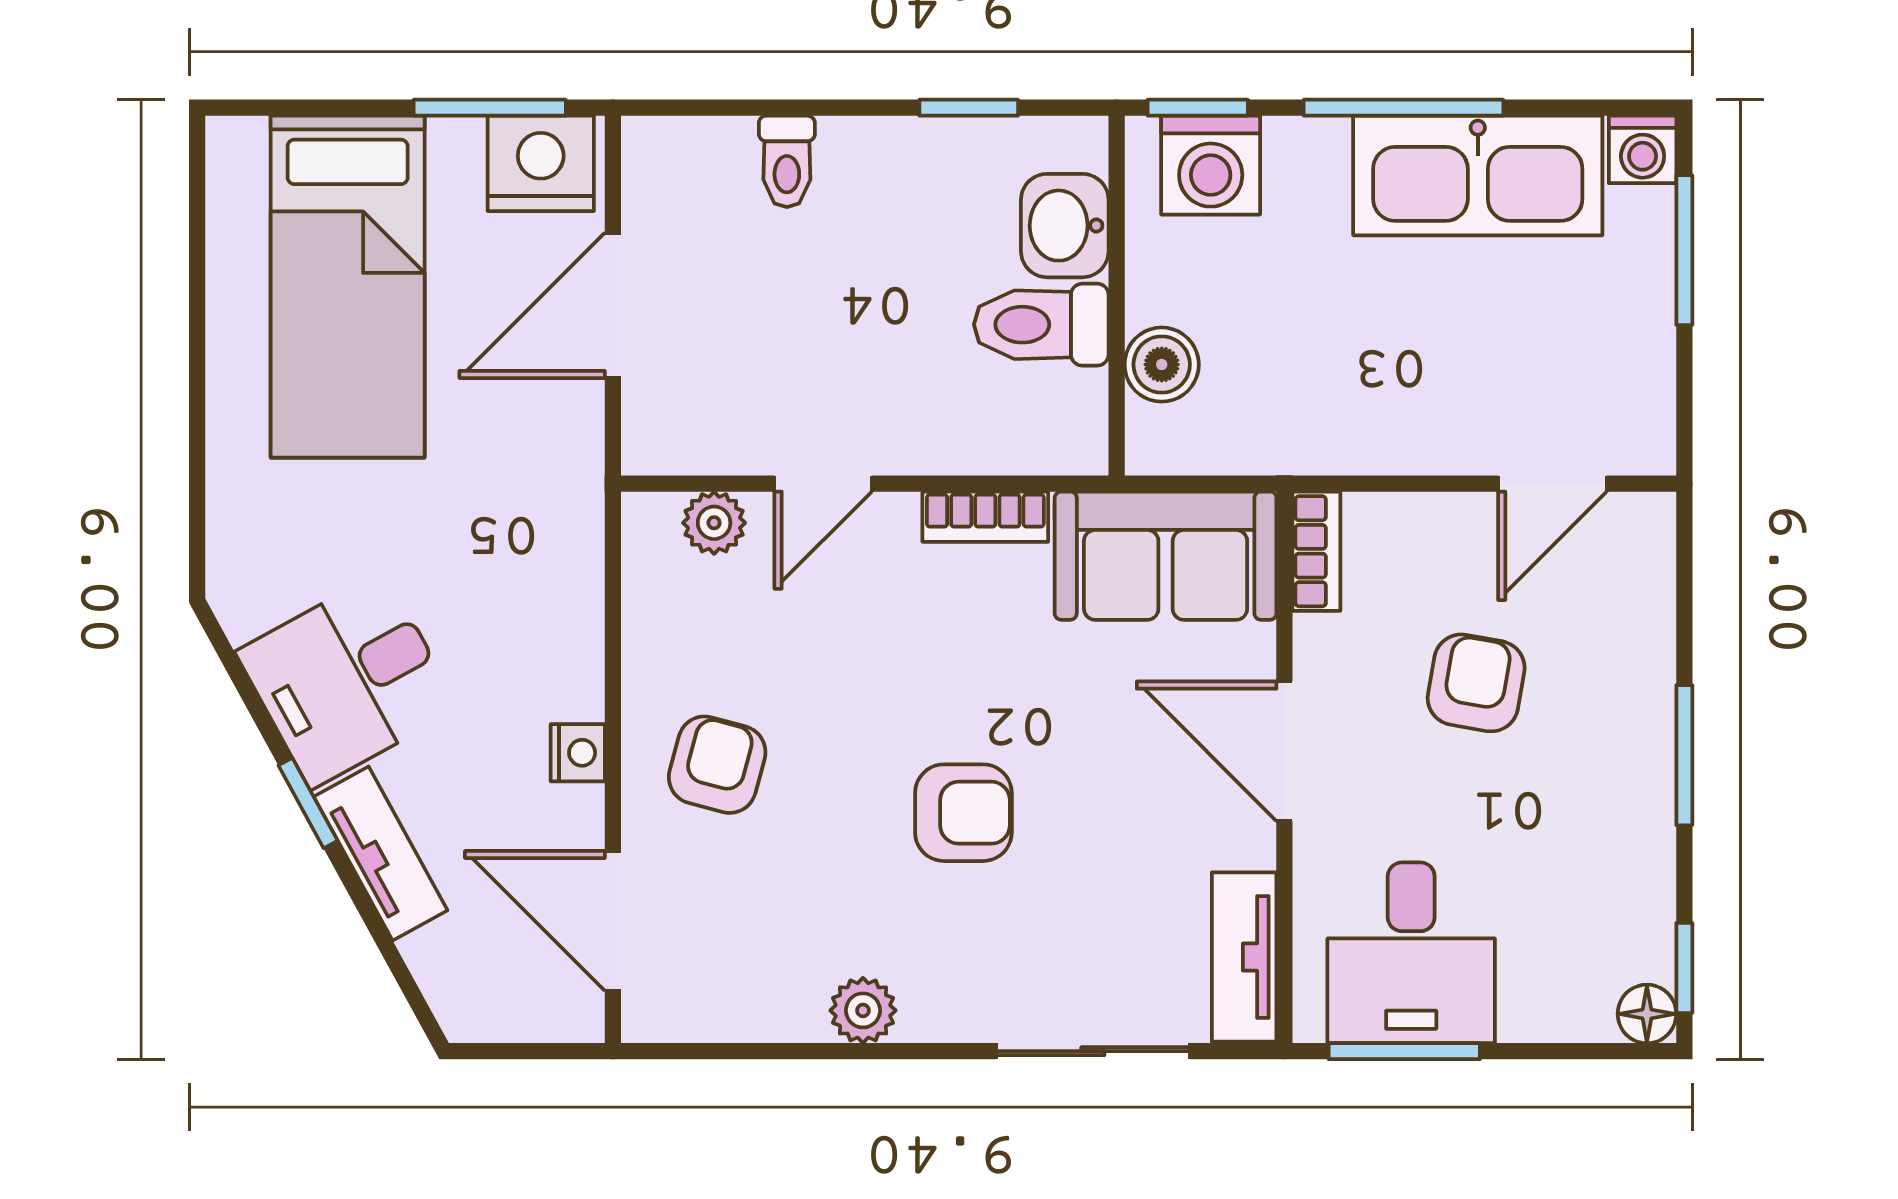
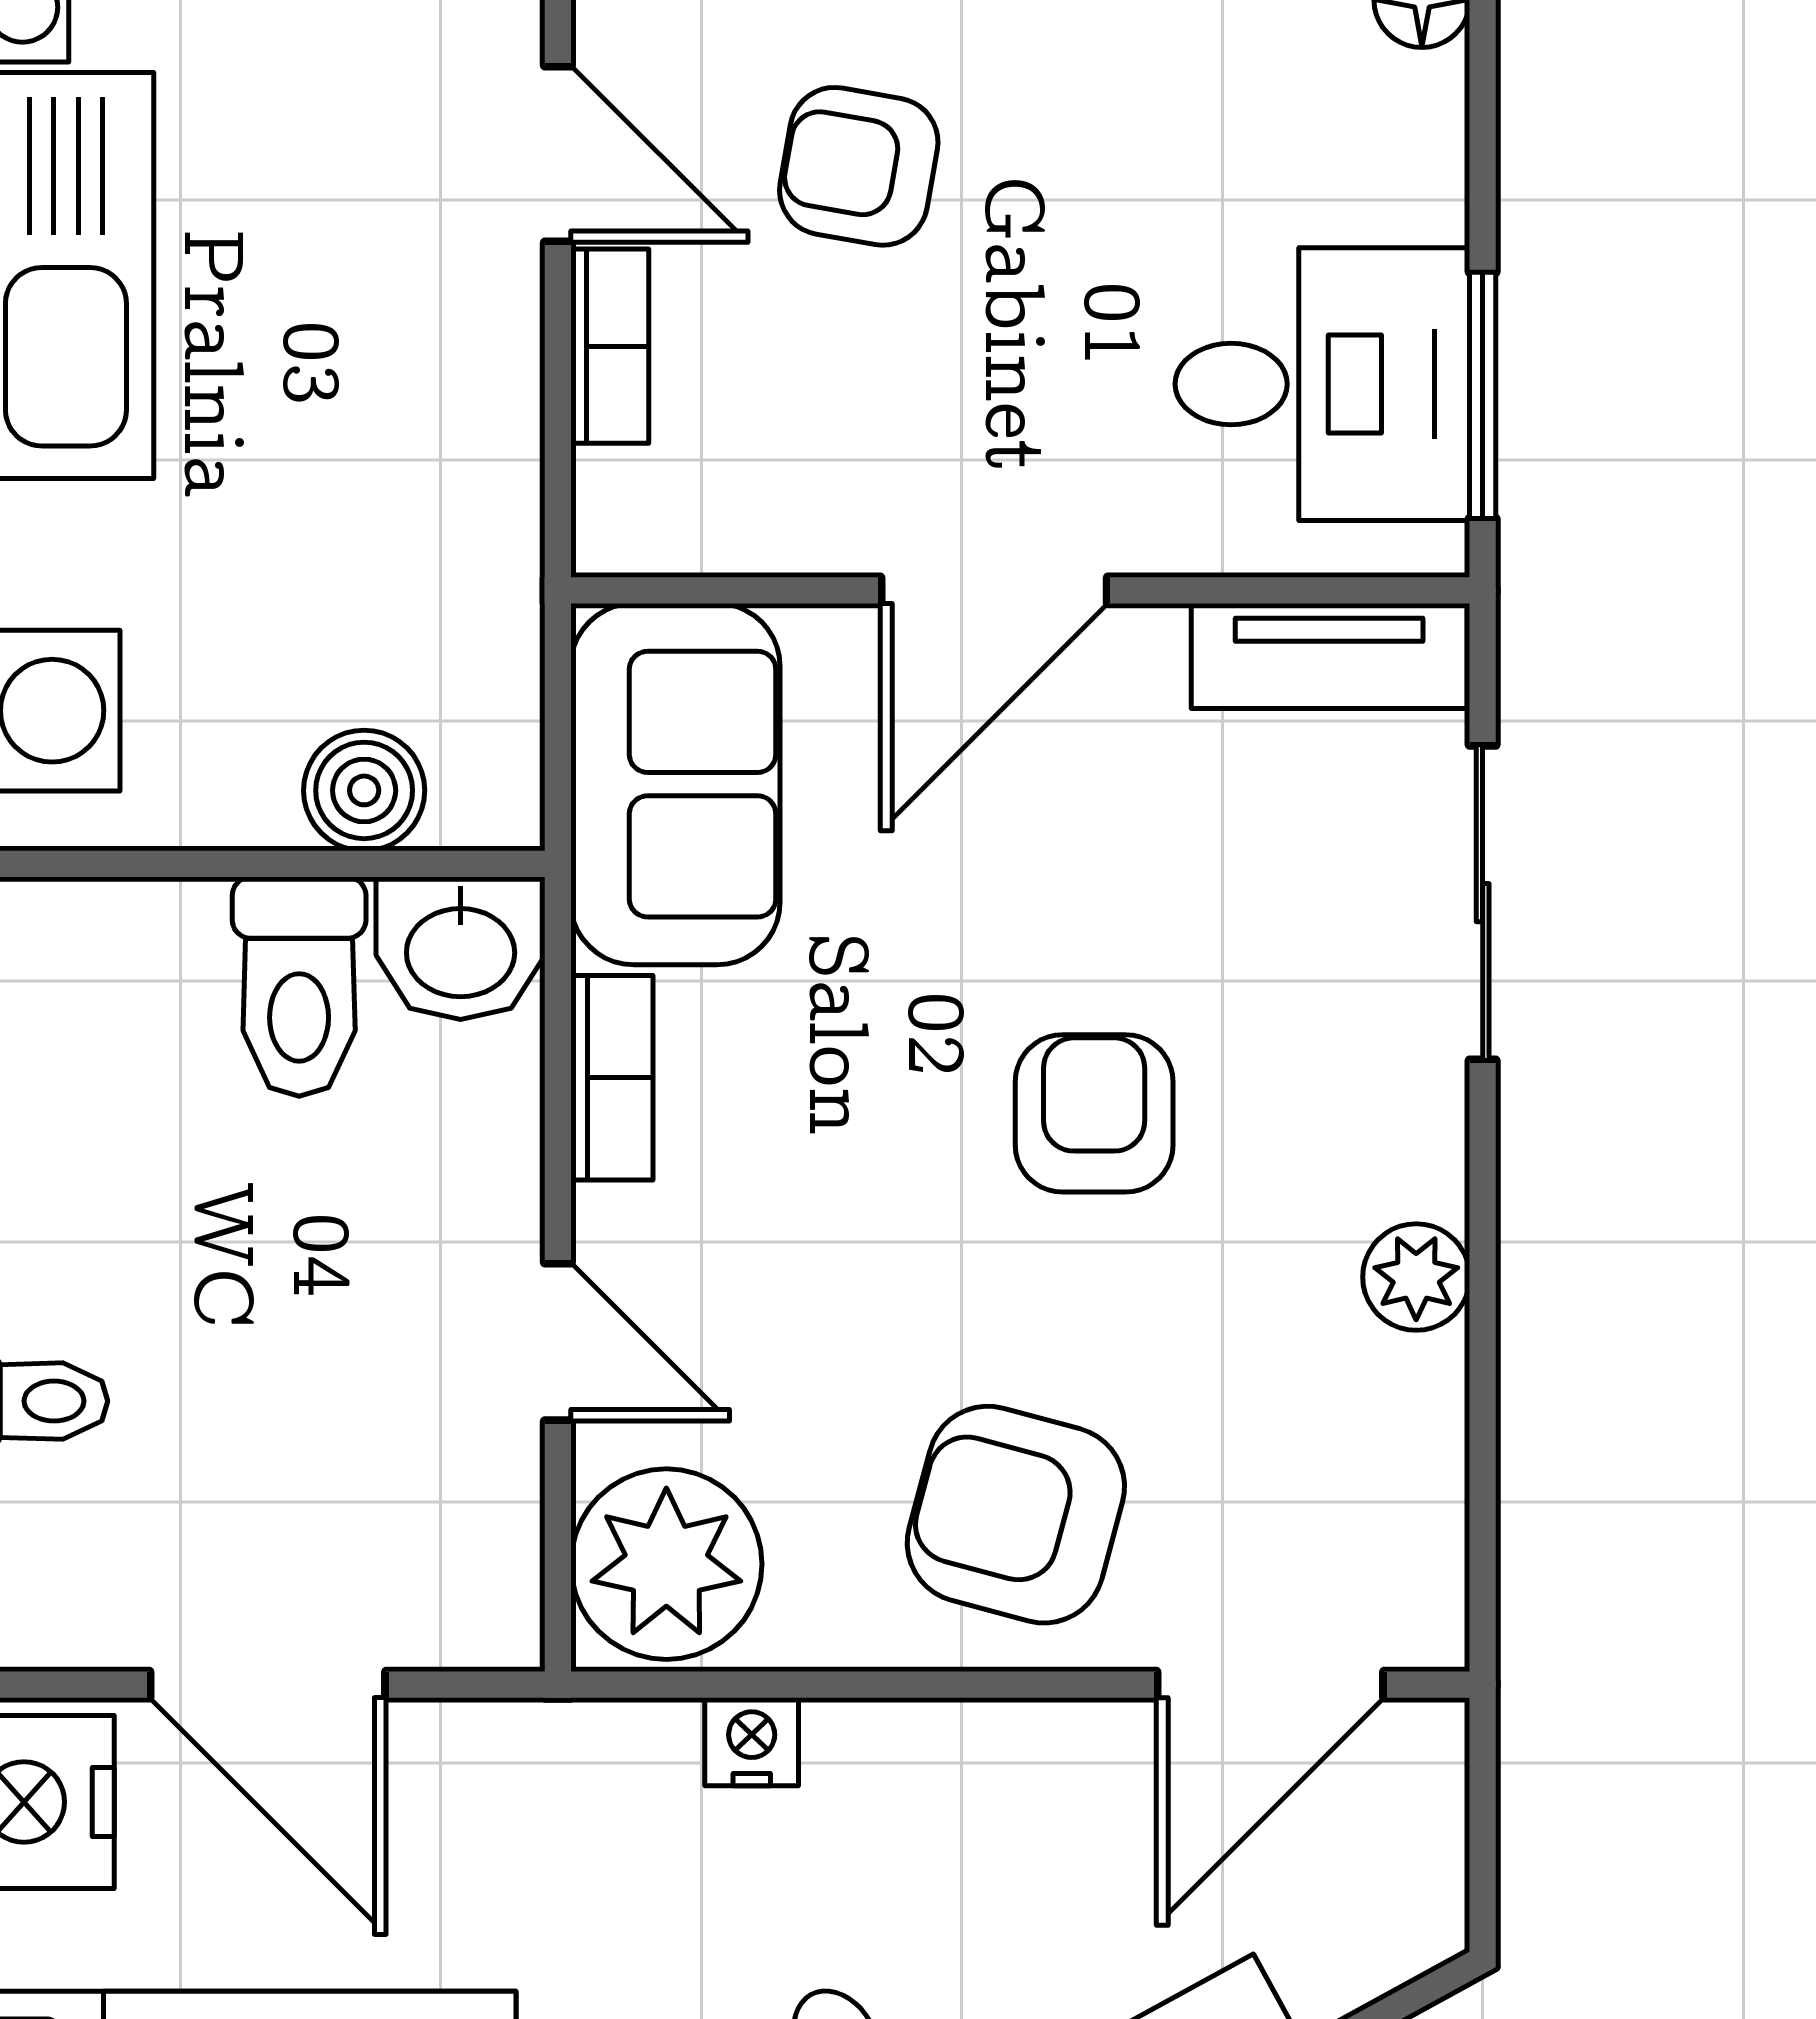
washbasin: (1065, 226) -> (461, 948), moved
plant: (714, 523) -> (666, 1564), width x1.87, depth x1.87
bookcase: (1316, 551) -> (610, 346), moved, turned 90
armchair: (1476, 683) -> (859, 166), moved
nightstand: (578, 753) -> (752, 1742), moved
armchair: (717, 765) -> (1016, 1515), width x1.38, depth x1.38

